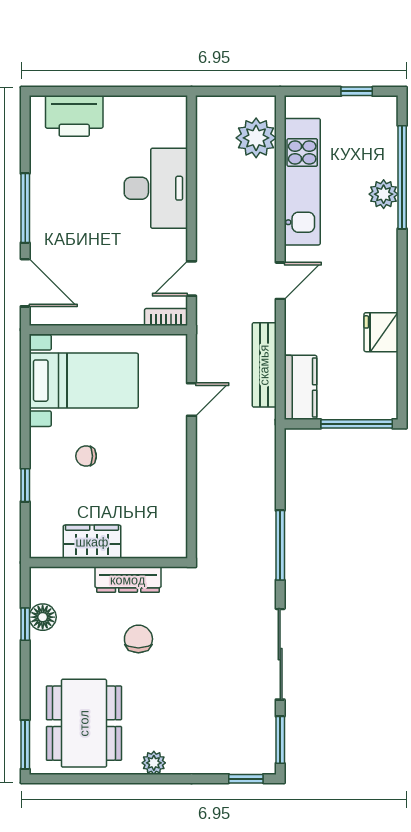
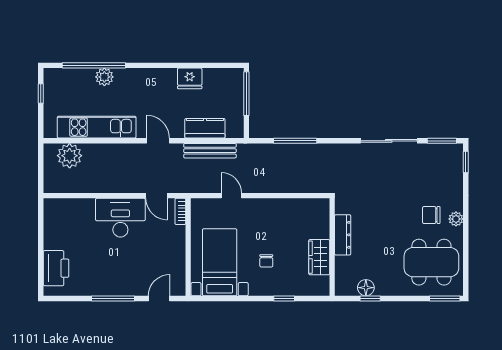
desk: (156, 188) -> (120, 218), moved
door: (25, 283) -> (159, 298), width x0.73
kitchen counter: (300, 387) -> (205, 128), moved
window: (280, 545) -> (295, 141), moved
chair: (138, 639) -> (431, 215), moved

